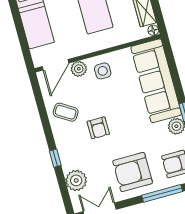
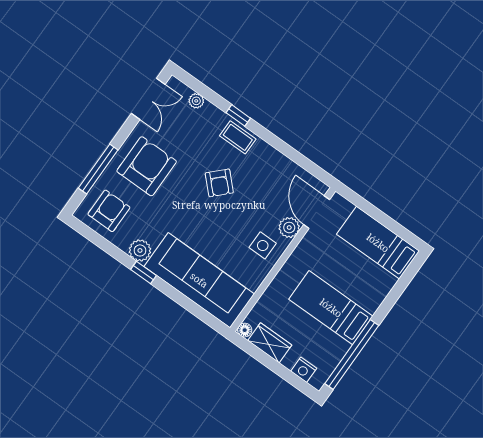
coffee table: (66, 112) -> (238, 137), moved, turned 58
armchair: (98, 128) -> (219, 183), turned -135
plant: (76, 180) -> (196, 101), width x0.53, depth x0.53

